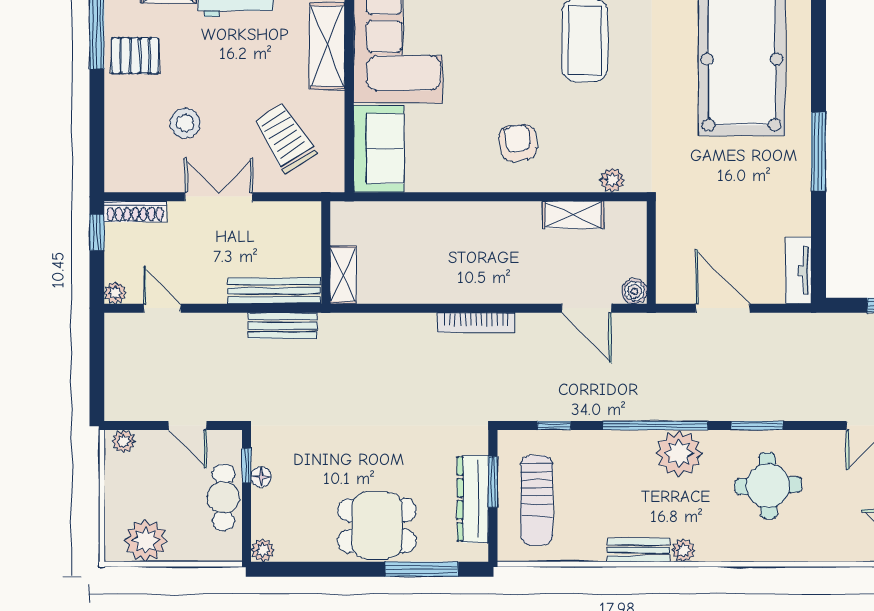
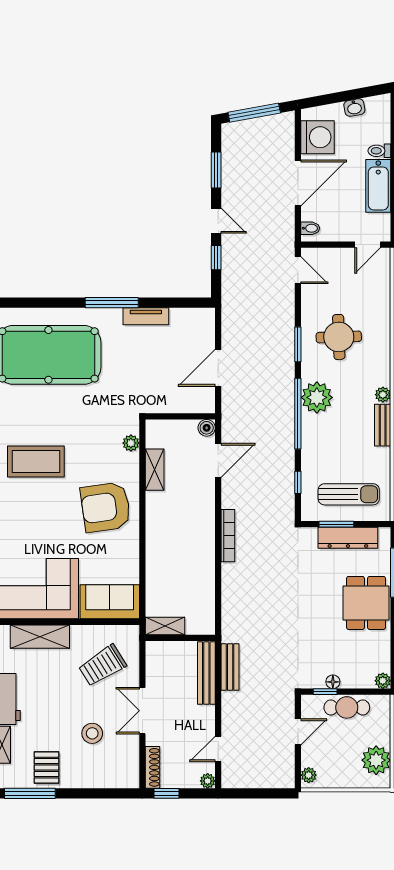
armchair: (518, 143) -> (106, 507), width x1.88, depth x1.88
tv unit: (798, 270) -> (146, 316), moved
shelving: (343, 275) -> (165, 626), moved

